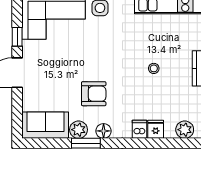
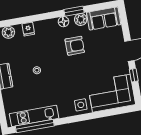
armchair: (94, 94) -> (75, 46), turned 180
dishwasher: (140, 129) -> (39, 27), removed

